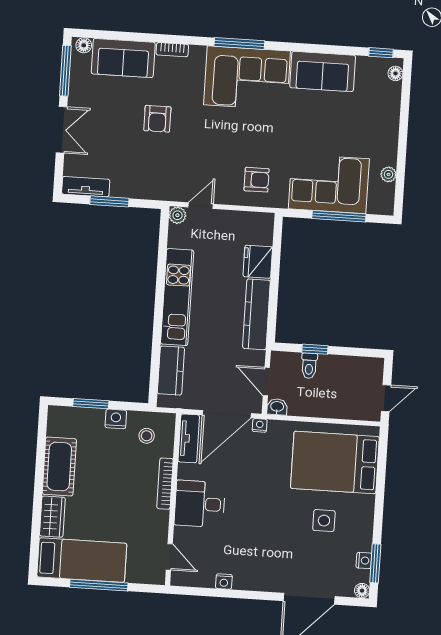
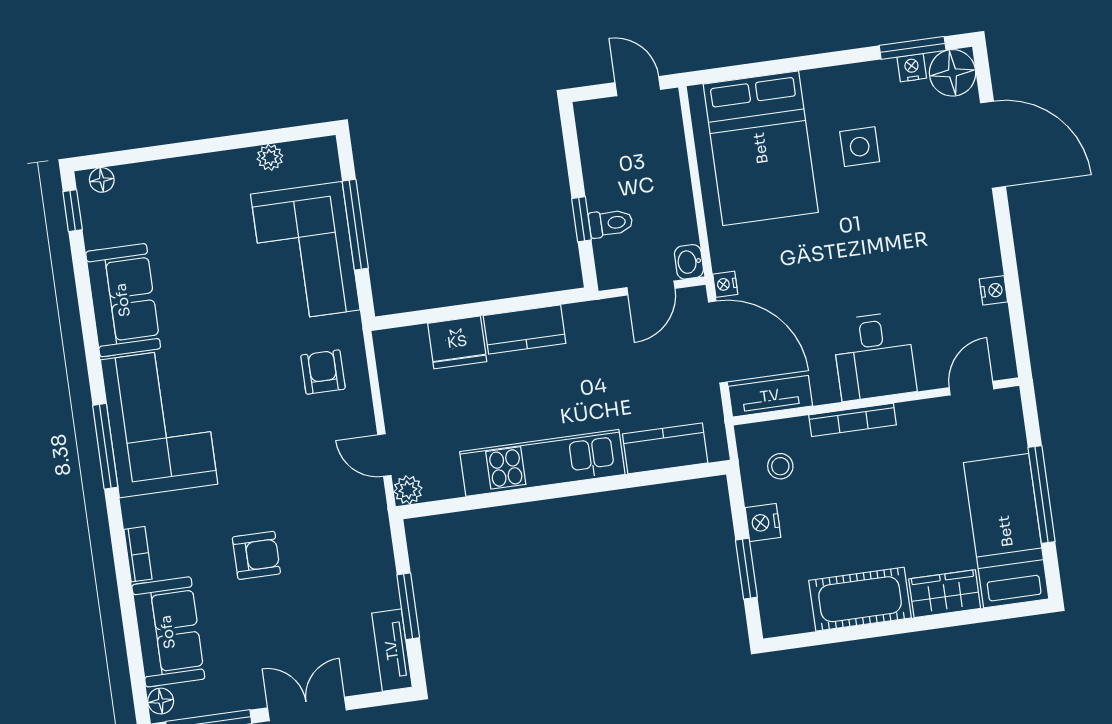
kitchen counter: (256, 314) -> (525, 330), width x0.67
floor lamp: (362, 591) -> (953, 73), width x1.89, depth x1.89

